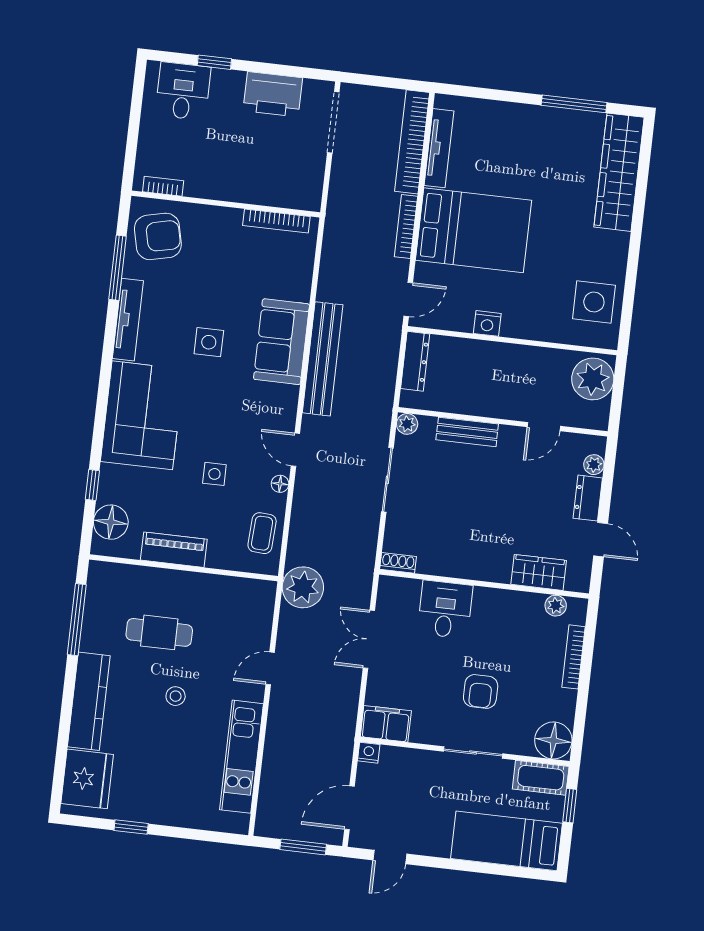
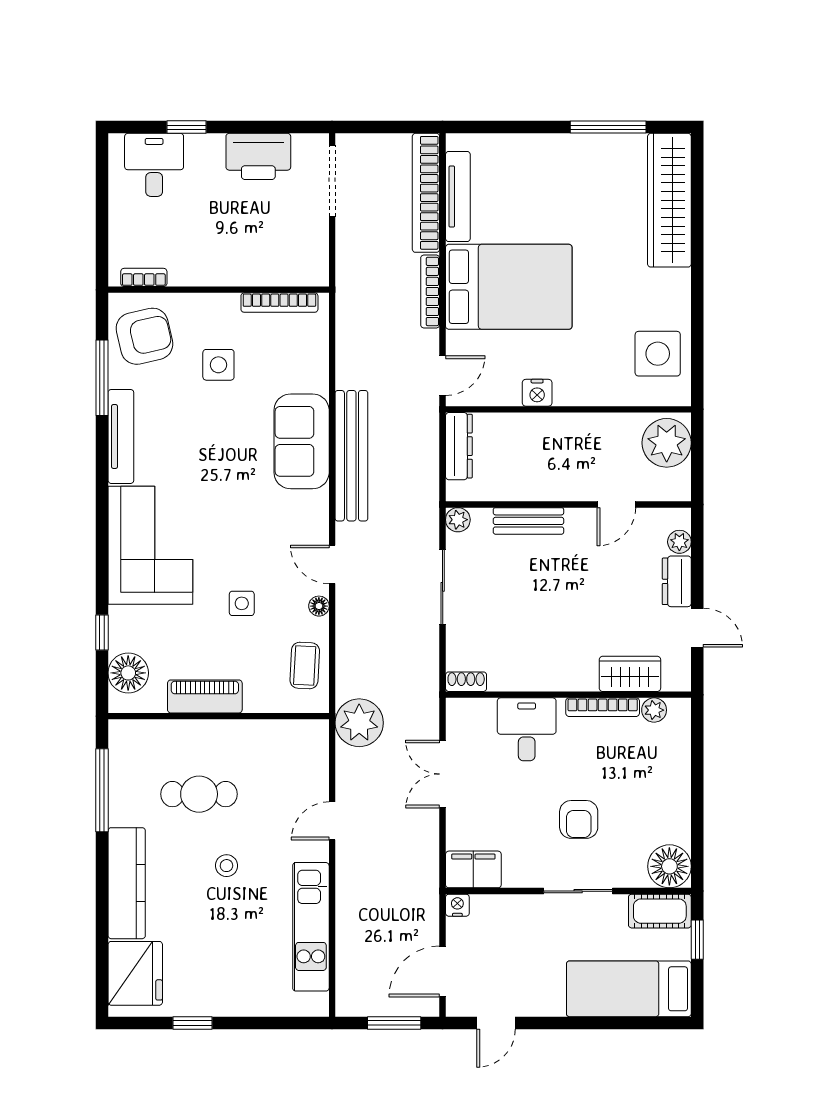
side table: (209, 342) -> (218, 365), moved
bookcase: (574, 657) -> (603, 707), moved, turned -90

